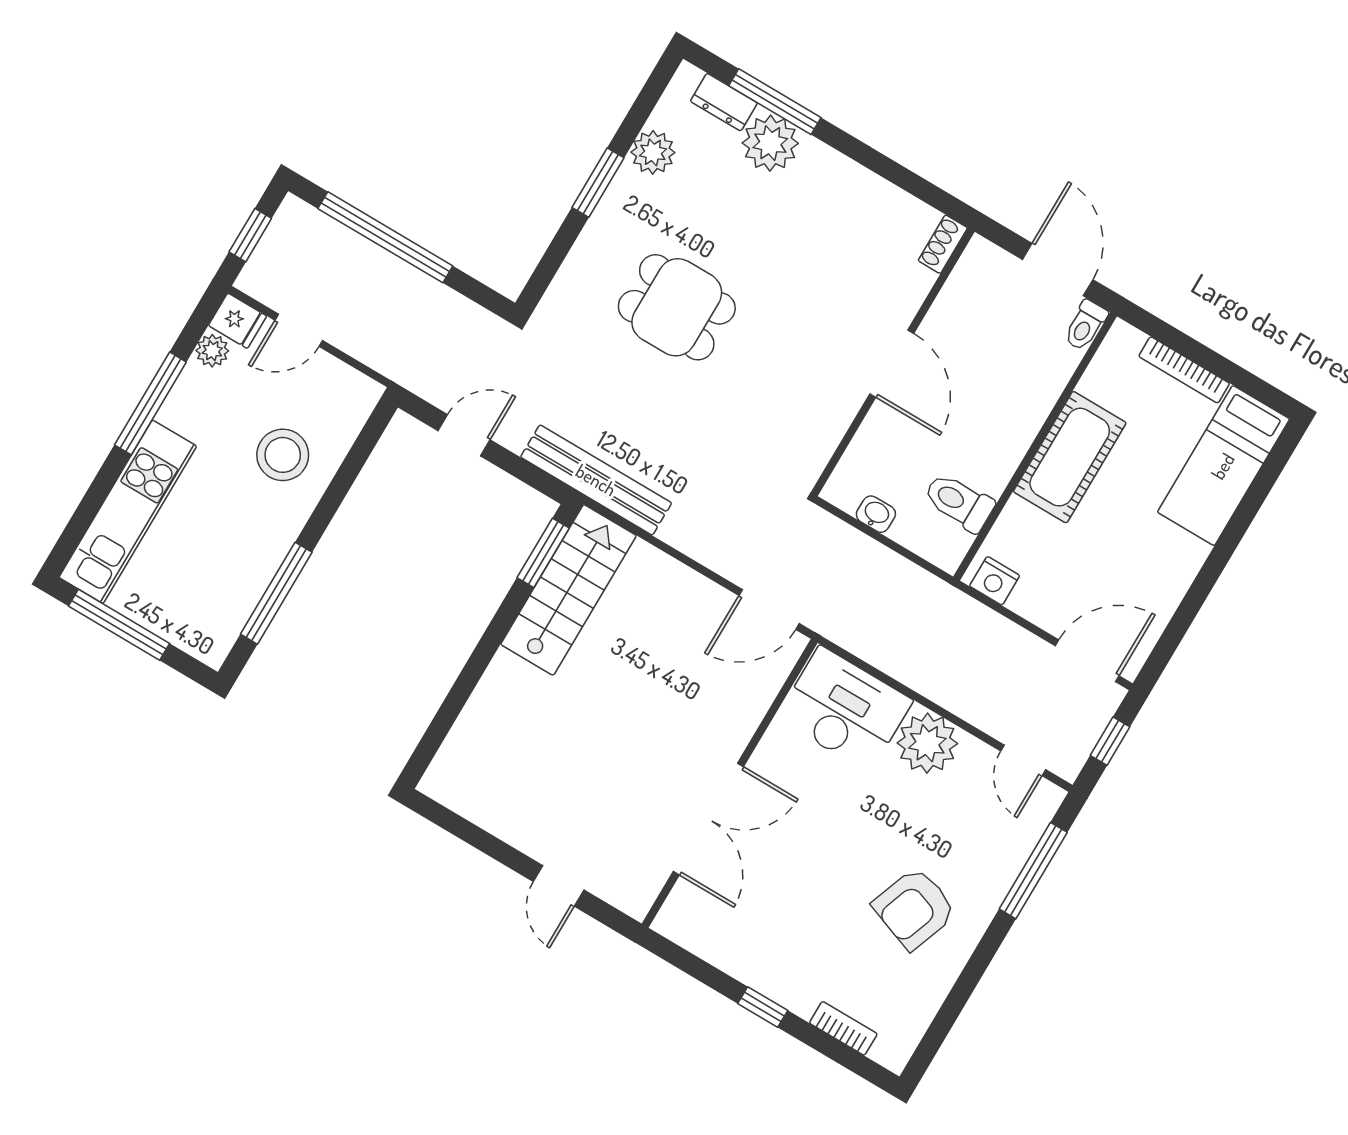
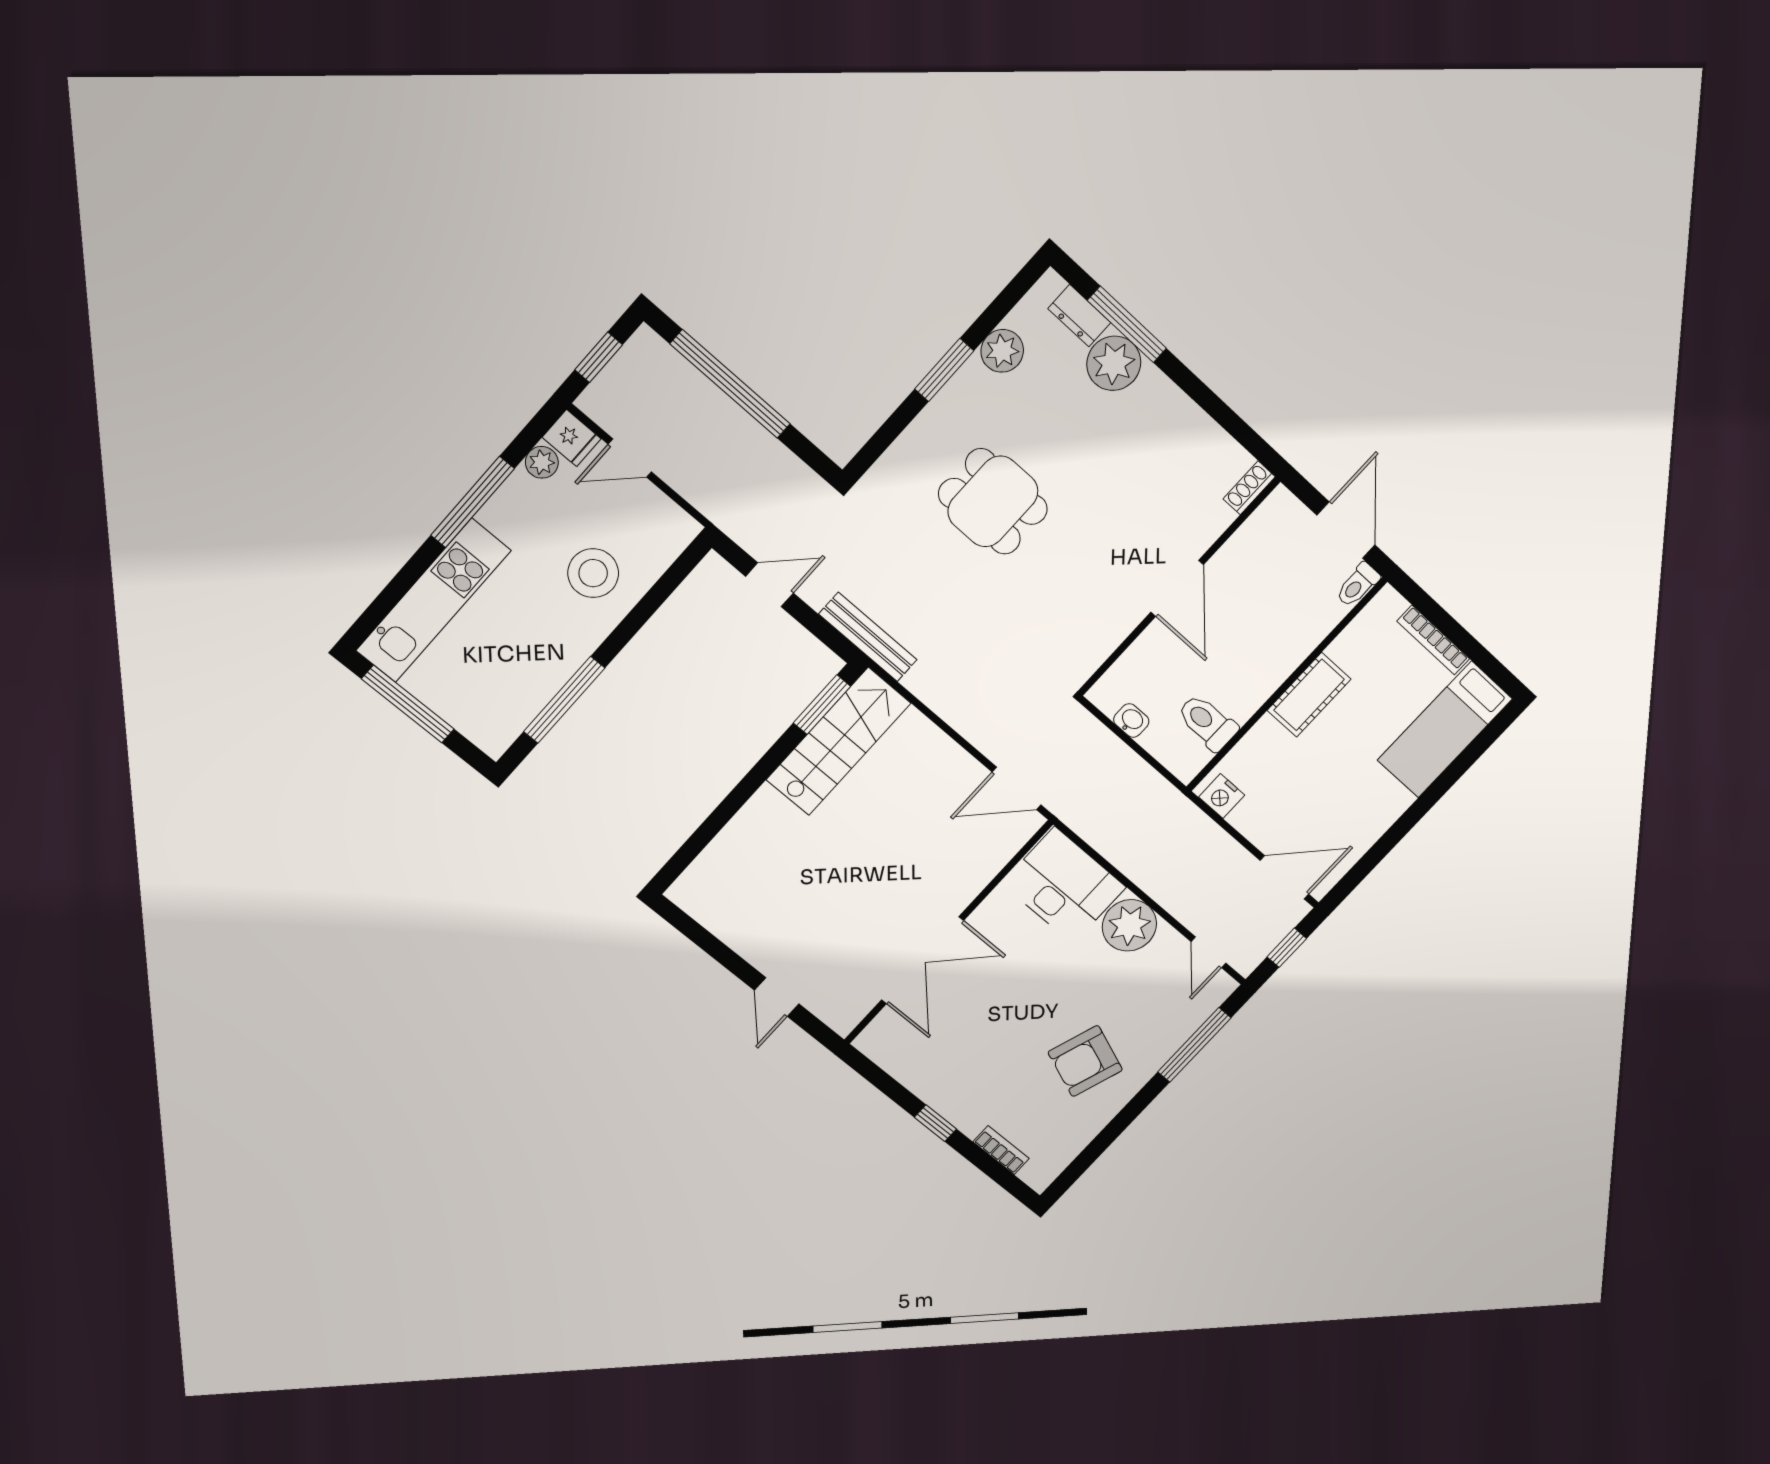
cot: (1070, 457) -> (1309, 695), width x0.73, depth x0.75
bench: (596, 480) -> (868, 637), width x0.73, depth x0.82

